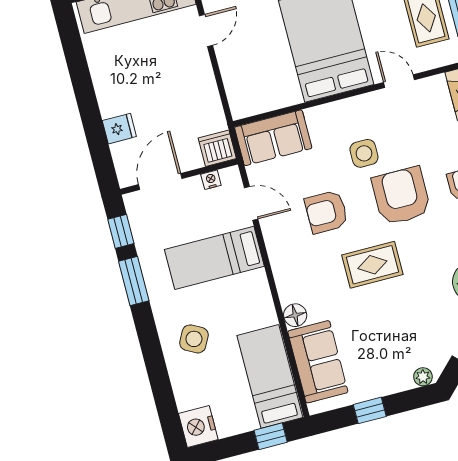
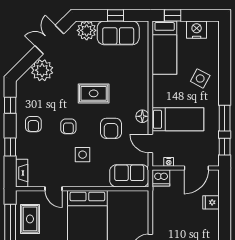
armchair: (401, 196) -> (68, 126), width x0.53, depth x0.53
armchair: (326, 212) -> (111, 128), turned 90
floor lamp: (295, 315) -> (142, 116), moved
sofa: (318, 362) -> (118, 33), moved, turned -90
plant: (423, 377) -> (87, 30), width x1.87, depth x1.87
nightstand: (198, 427) -> (197, 30), moved, turned -90

